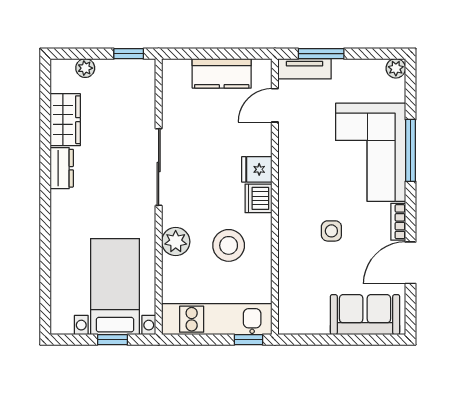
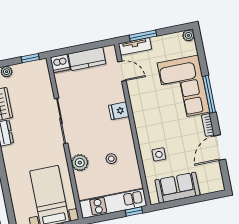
door: (275, 105) -> (122, 71), swing flipped
window: (410, 150) -> (209, 94), moved
dishwasher: (259, 198) -> (60, 63), moved, turned -90
side table: (331, 231) -> (159, 154), moved
stool: (229, 245) -> (111, 159), width x0.53, depth x0.53
sofa: (365, 315) -> (177, 188), moved

